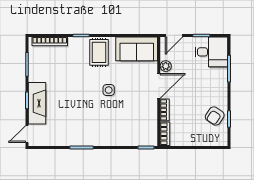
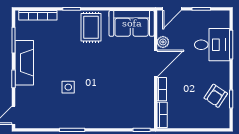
desk: (211, 52) -> (212, 45), moved
side table: (109, 90) -> (68, 87), moved
fireplace: (37, 103) -> (24, 63), moved

